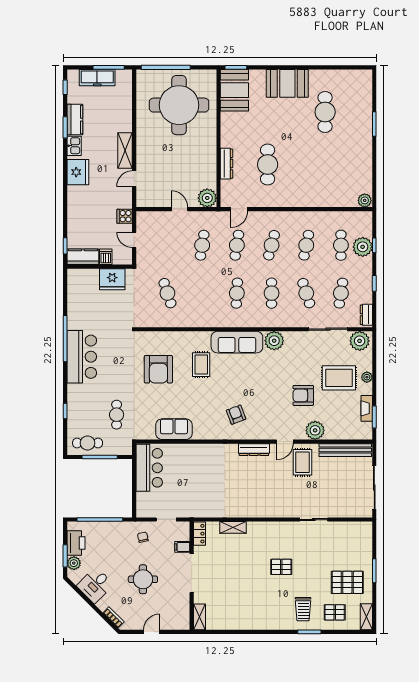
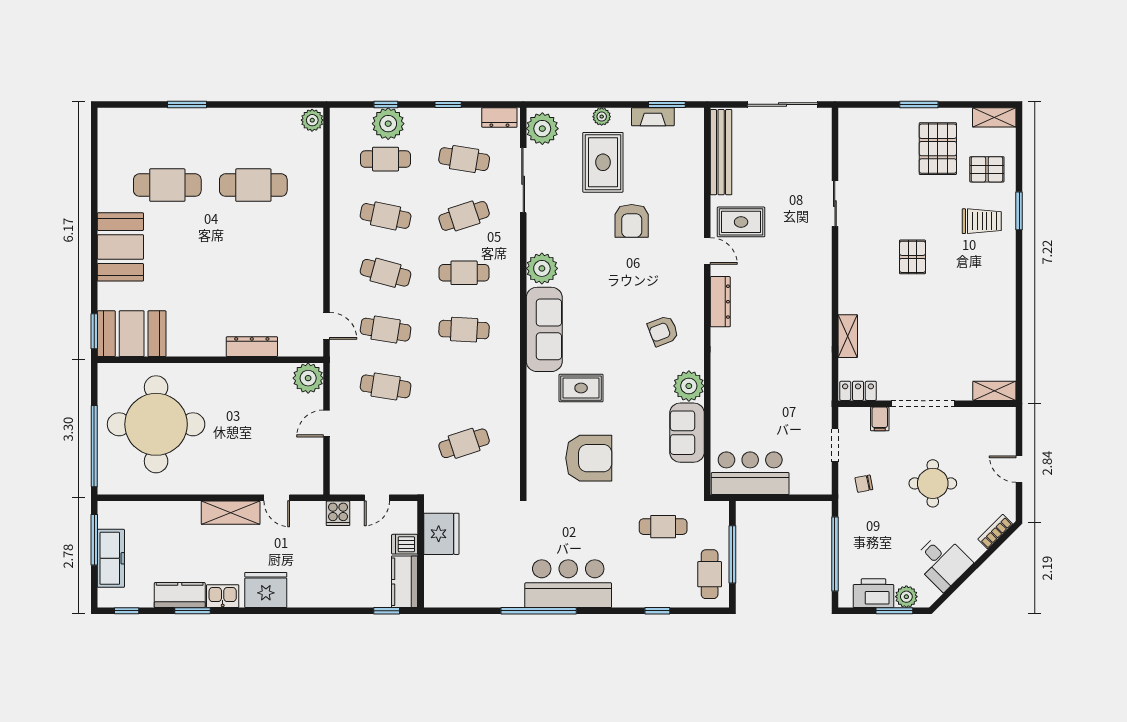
cafe table: (268, 165) -> (253, 185), moved
plant: (315, 430) -> (689, 386), moved
pallet: (335, 612) -> (987, 169), turned 90

